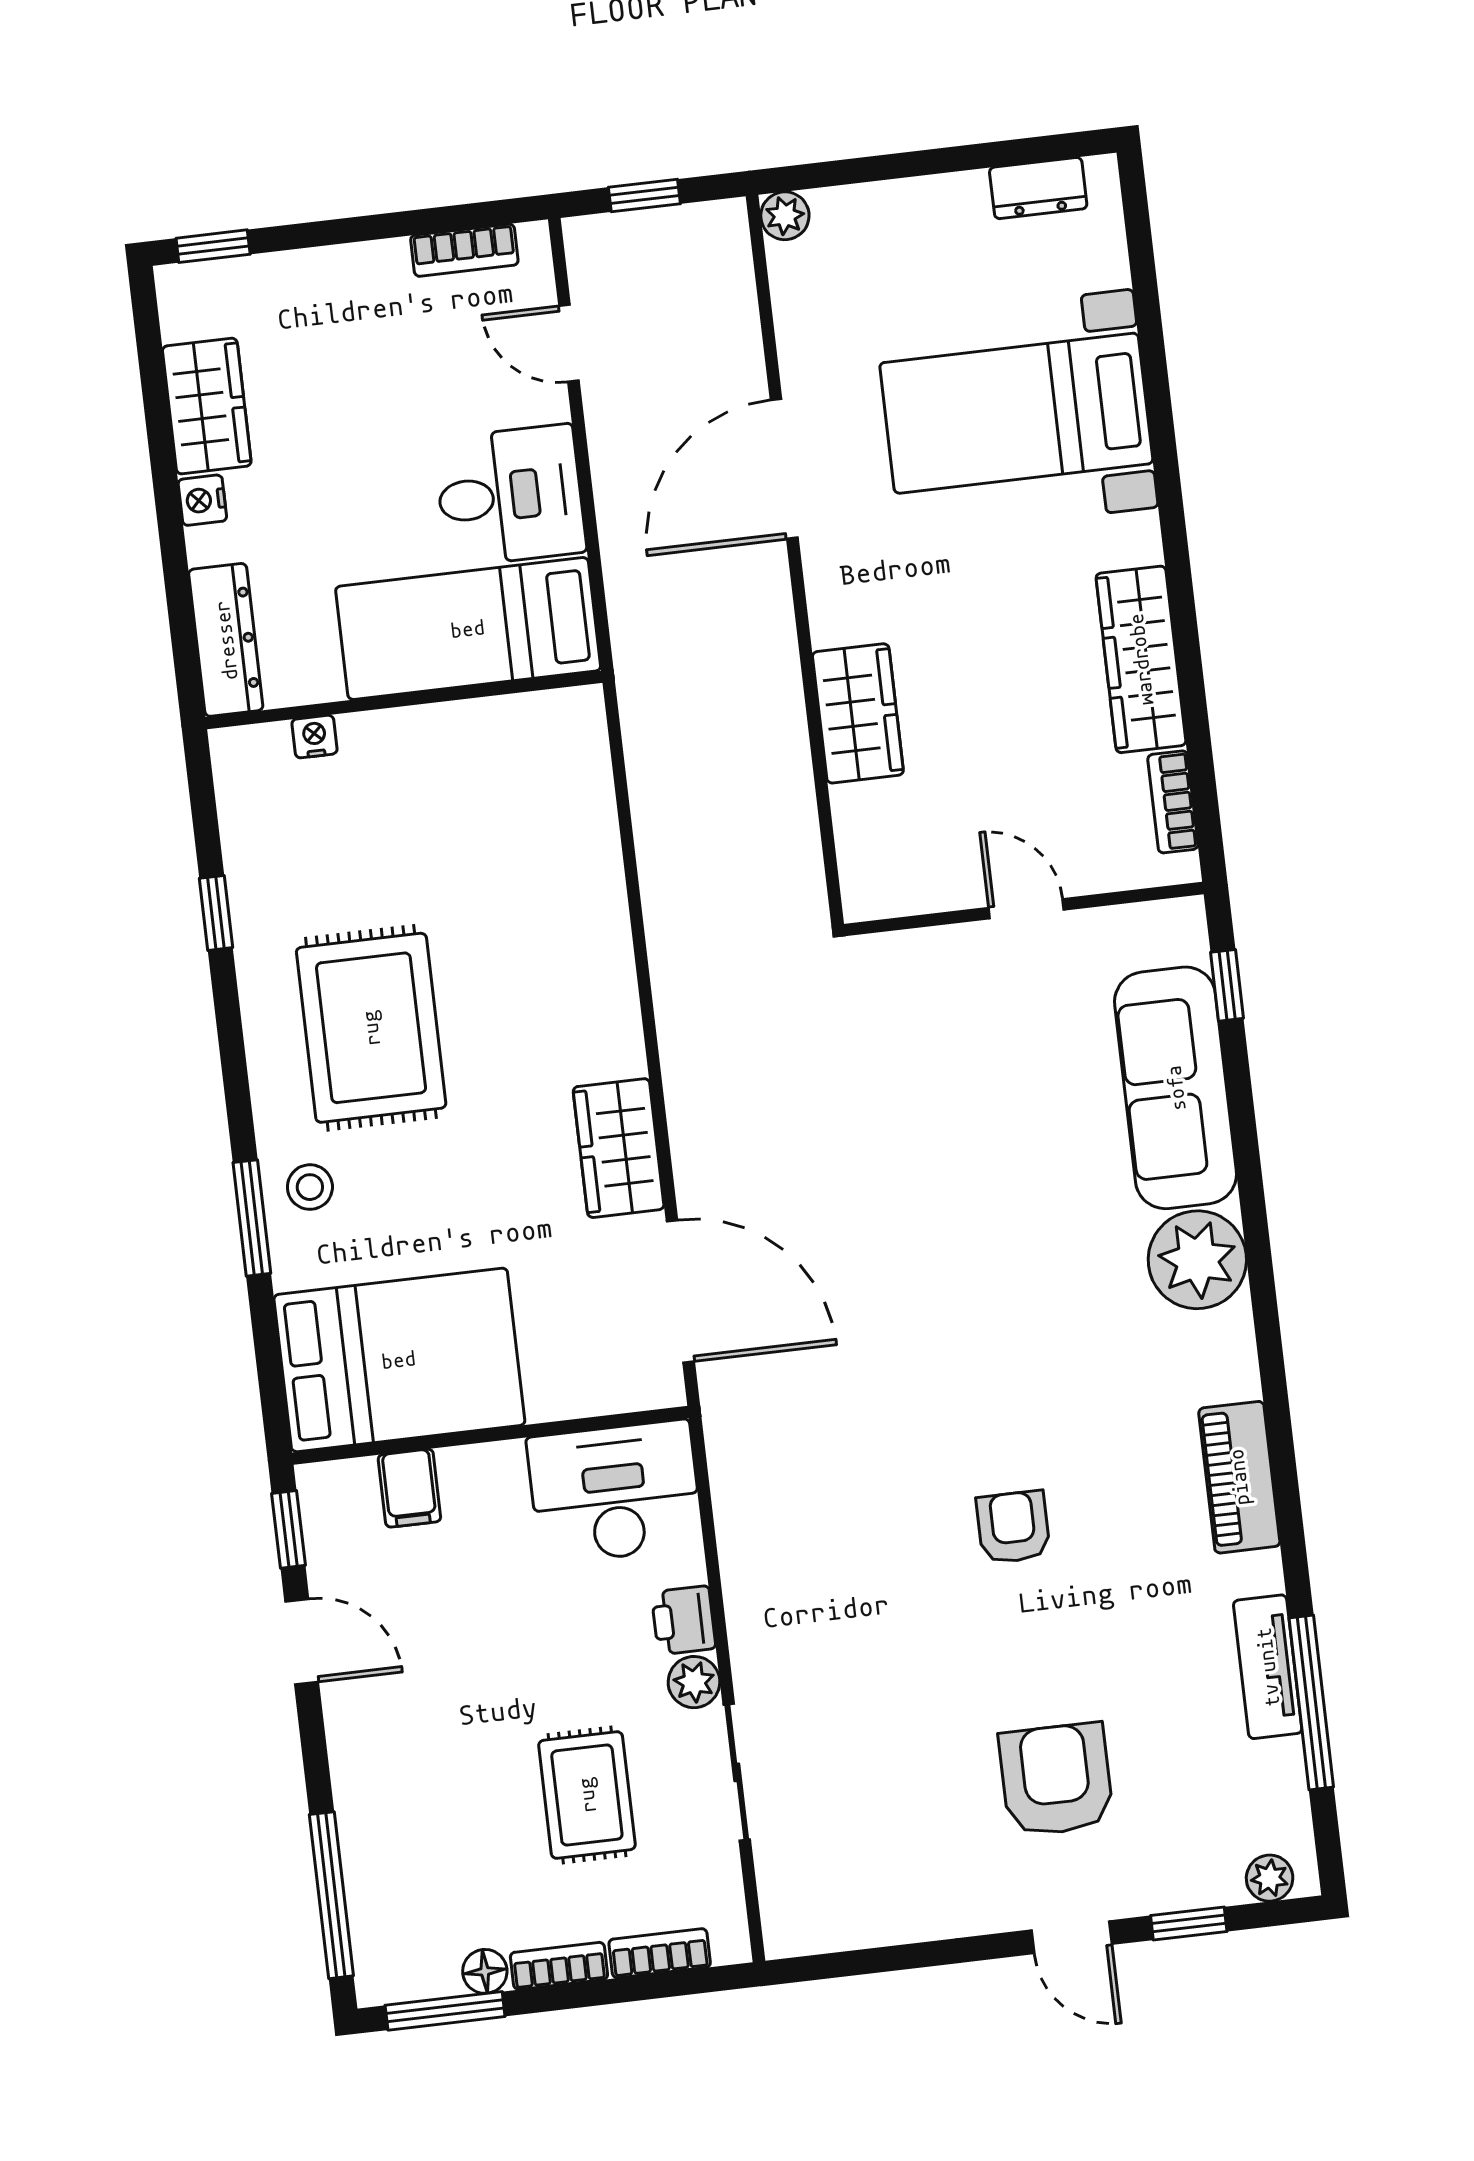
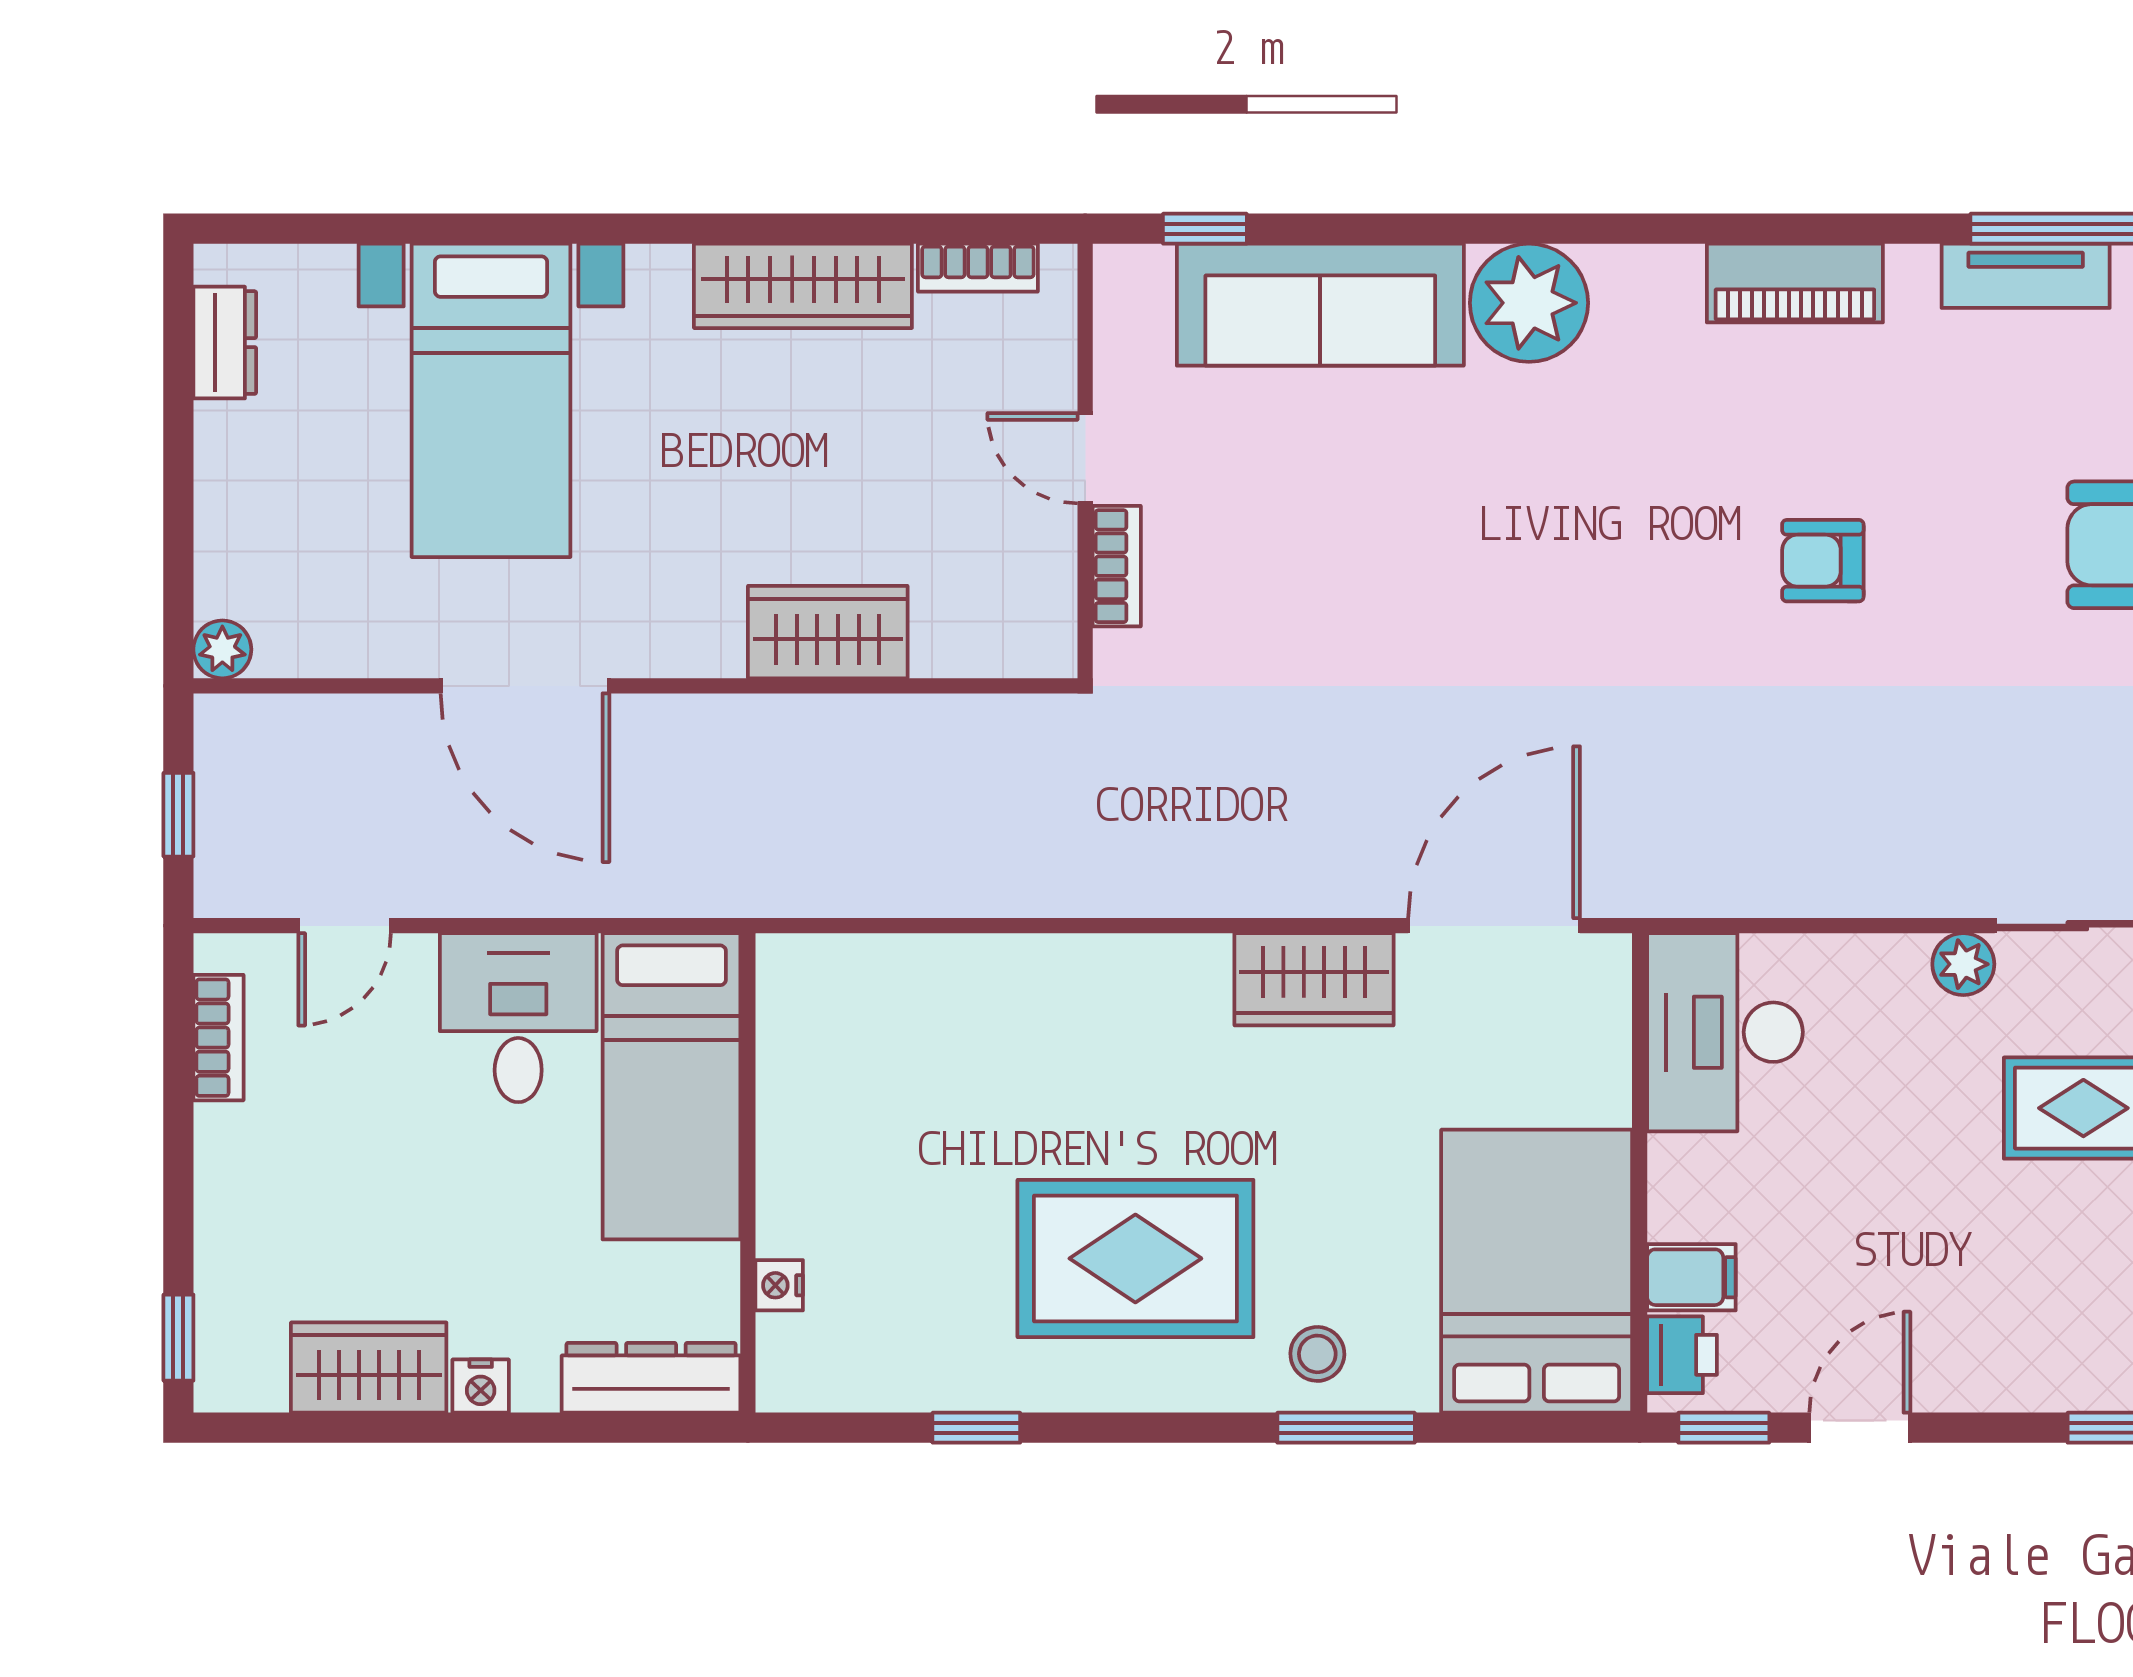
door: (1026, 909) -> (1085, 458), hinge flipped
bookcase: (940, 945) -> (1117, 566), added
printer: (683, 1620) -> (1682, 1355), moved, turned -90

